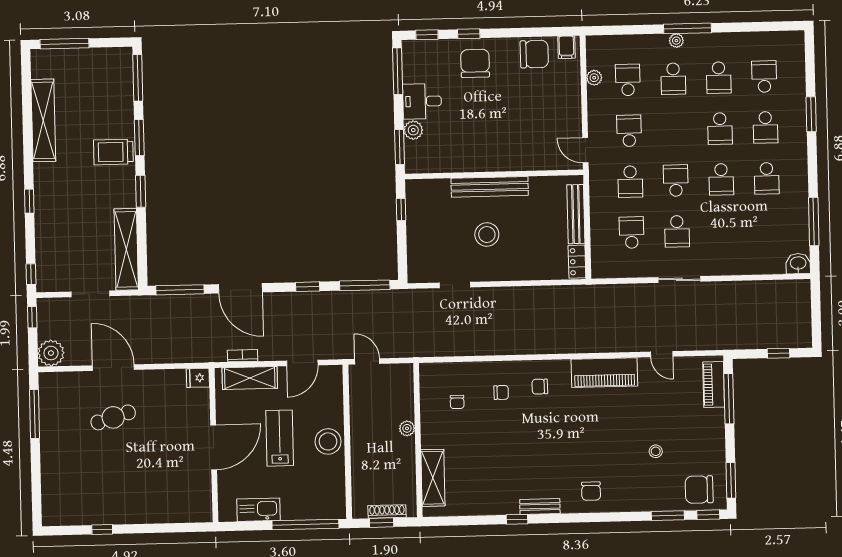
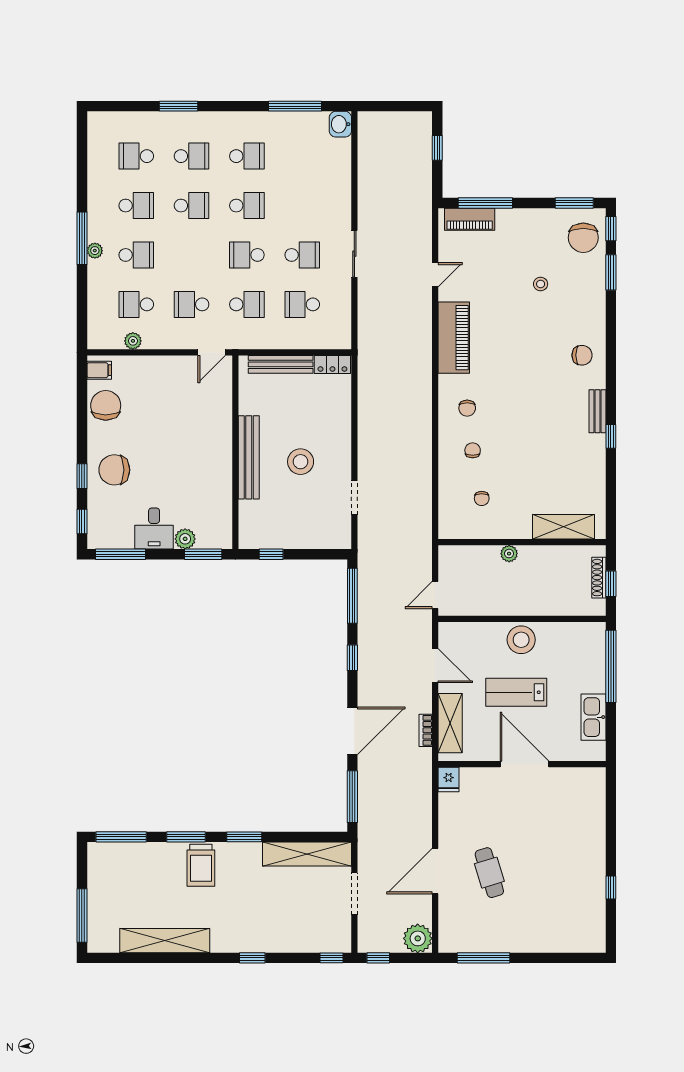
chair: (457, 402) -> (482, 498), turned 90

